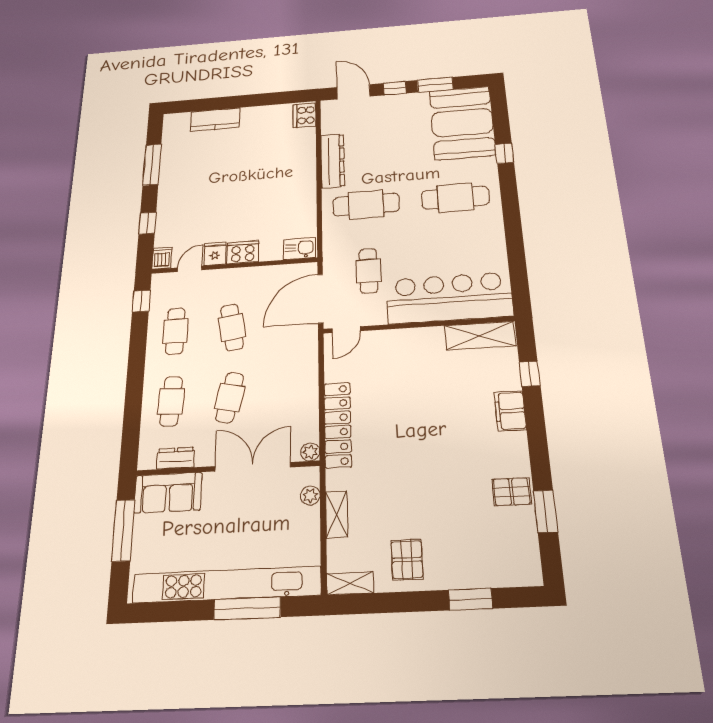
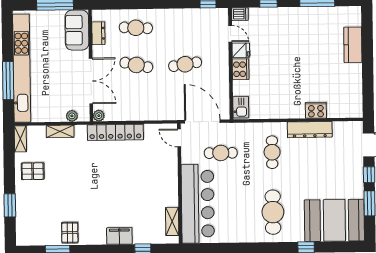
cooker: (305, 115) -> (316, 110), moved
cafe table: (366, 204) -> (272, 152), width x0.73, depth x0.74
cafe table: (175, 331) -> (185, 27), removed
shelving: (480, 336) -> (172, 221), width x0.67, depth x0.75

